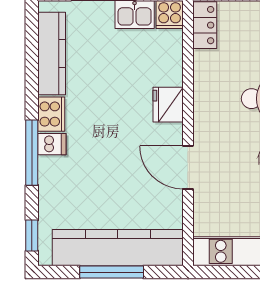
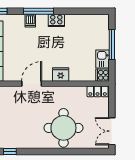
kitchen counter: (52, 54) -> (84, 21), removed
dishwasher: (52, 144) -> (30, 21), moved

